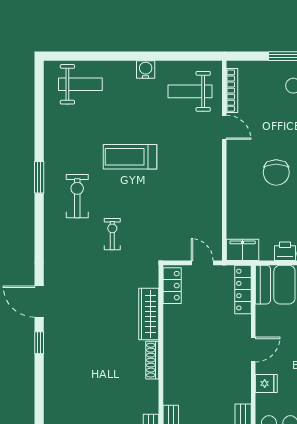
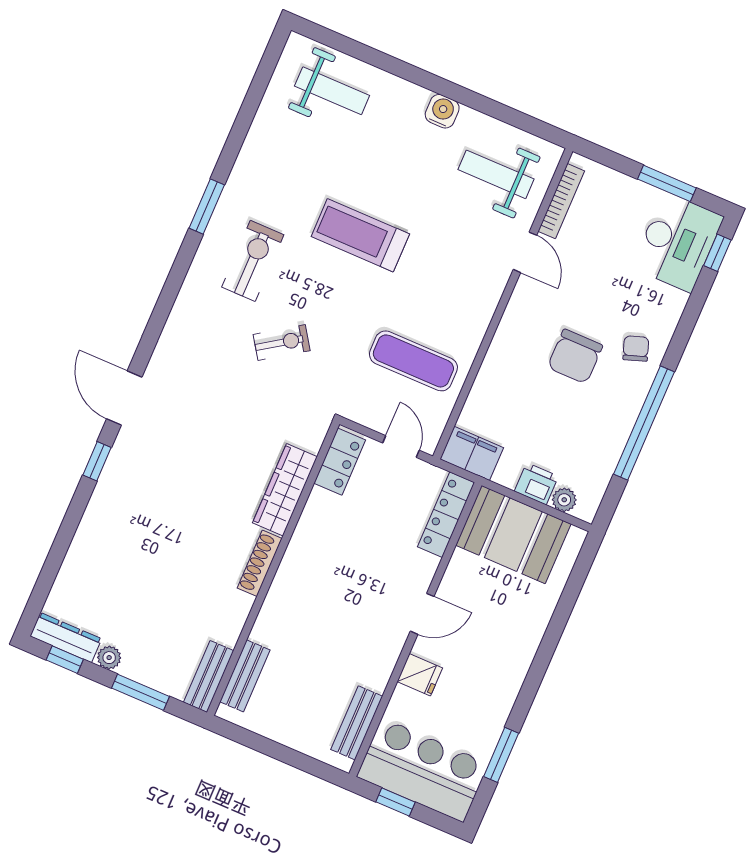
exercise mat: (189, 213) -> (413, 361), added
exercise bike: (112, 234) -> (282, 343), turned 56

